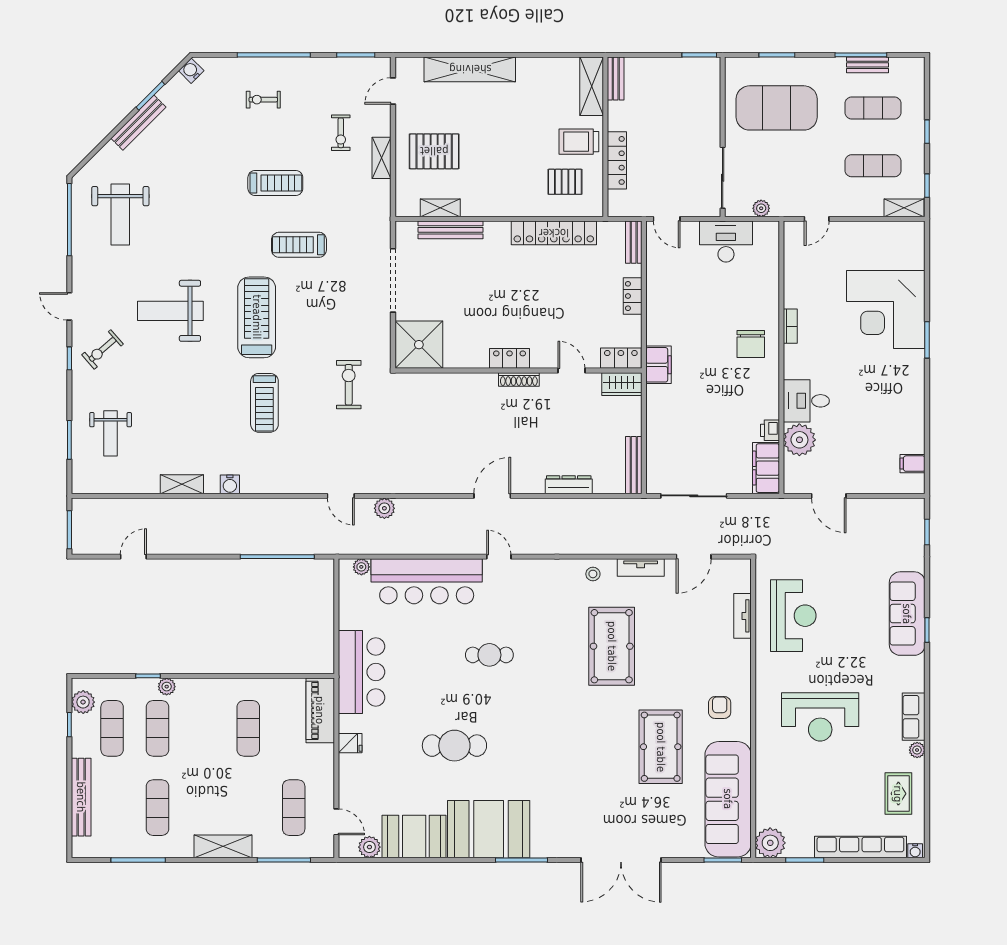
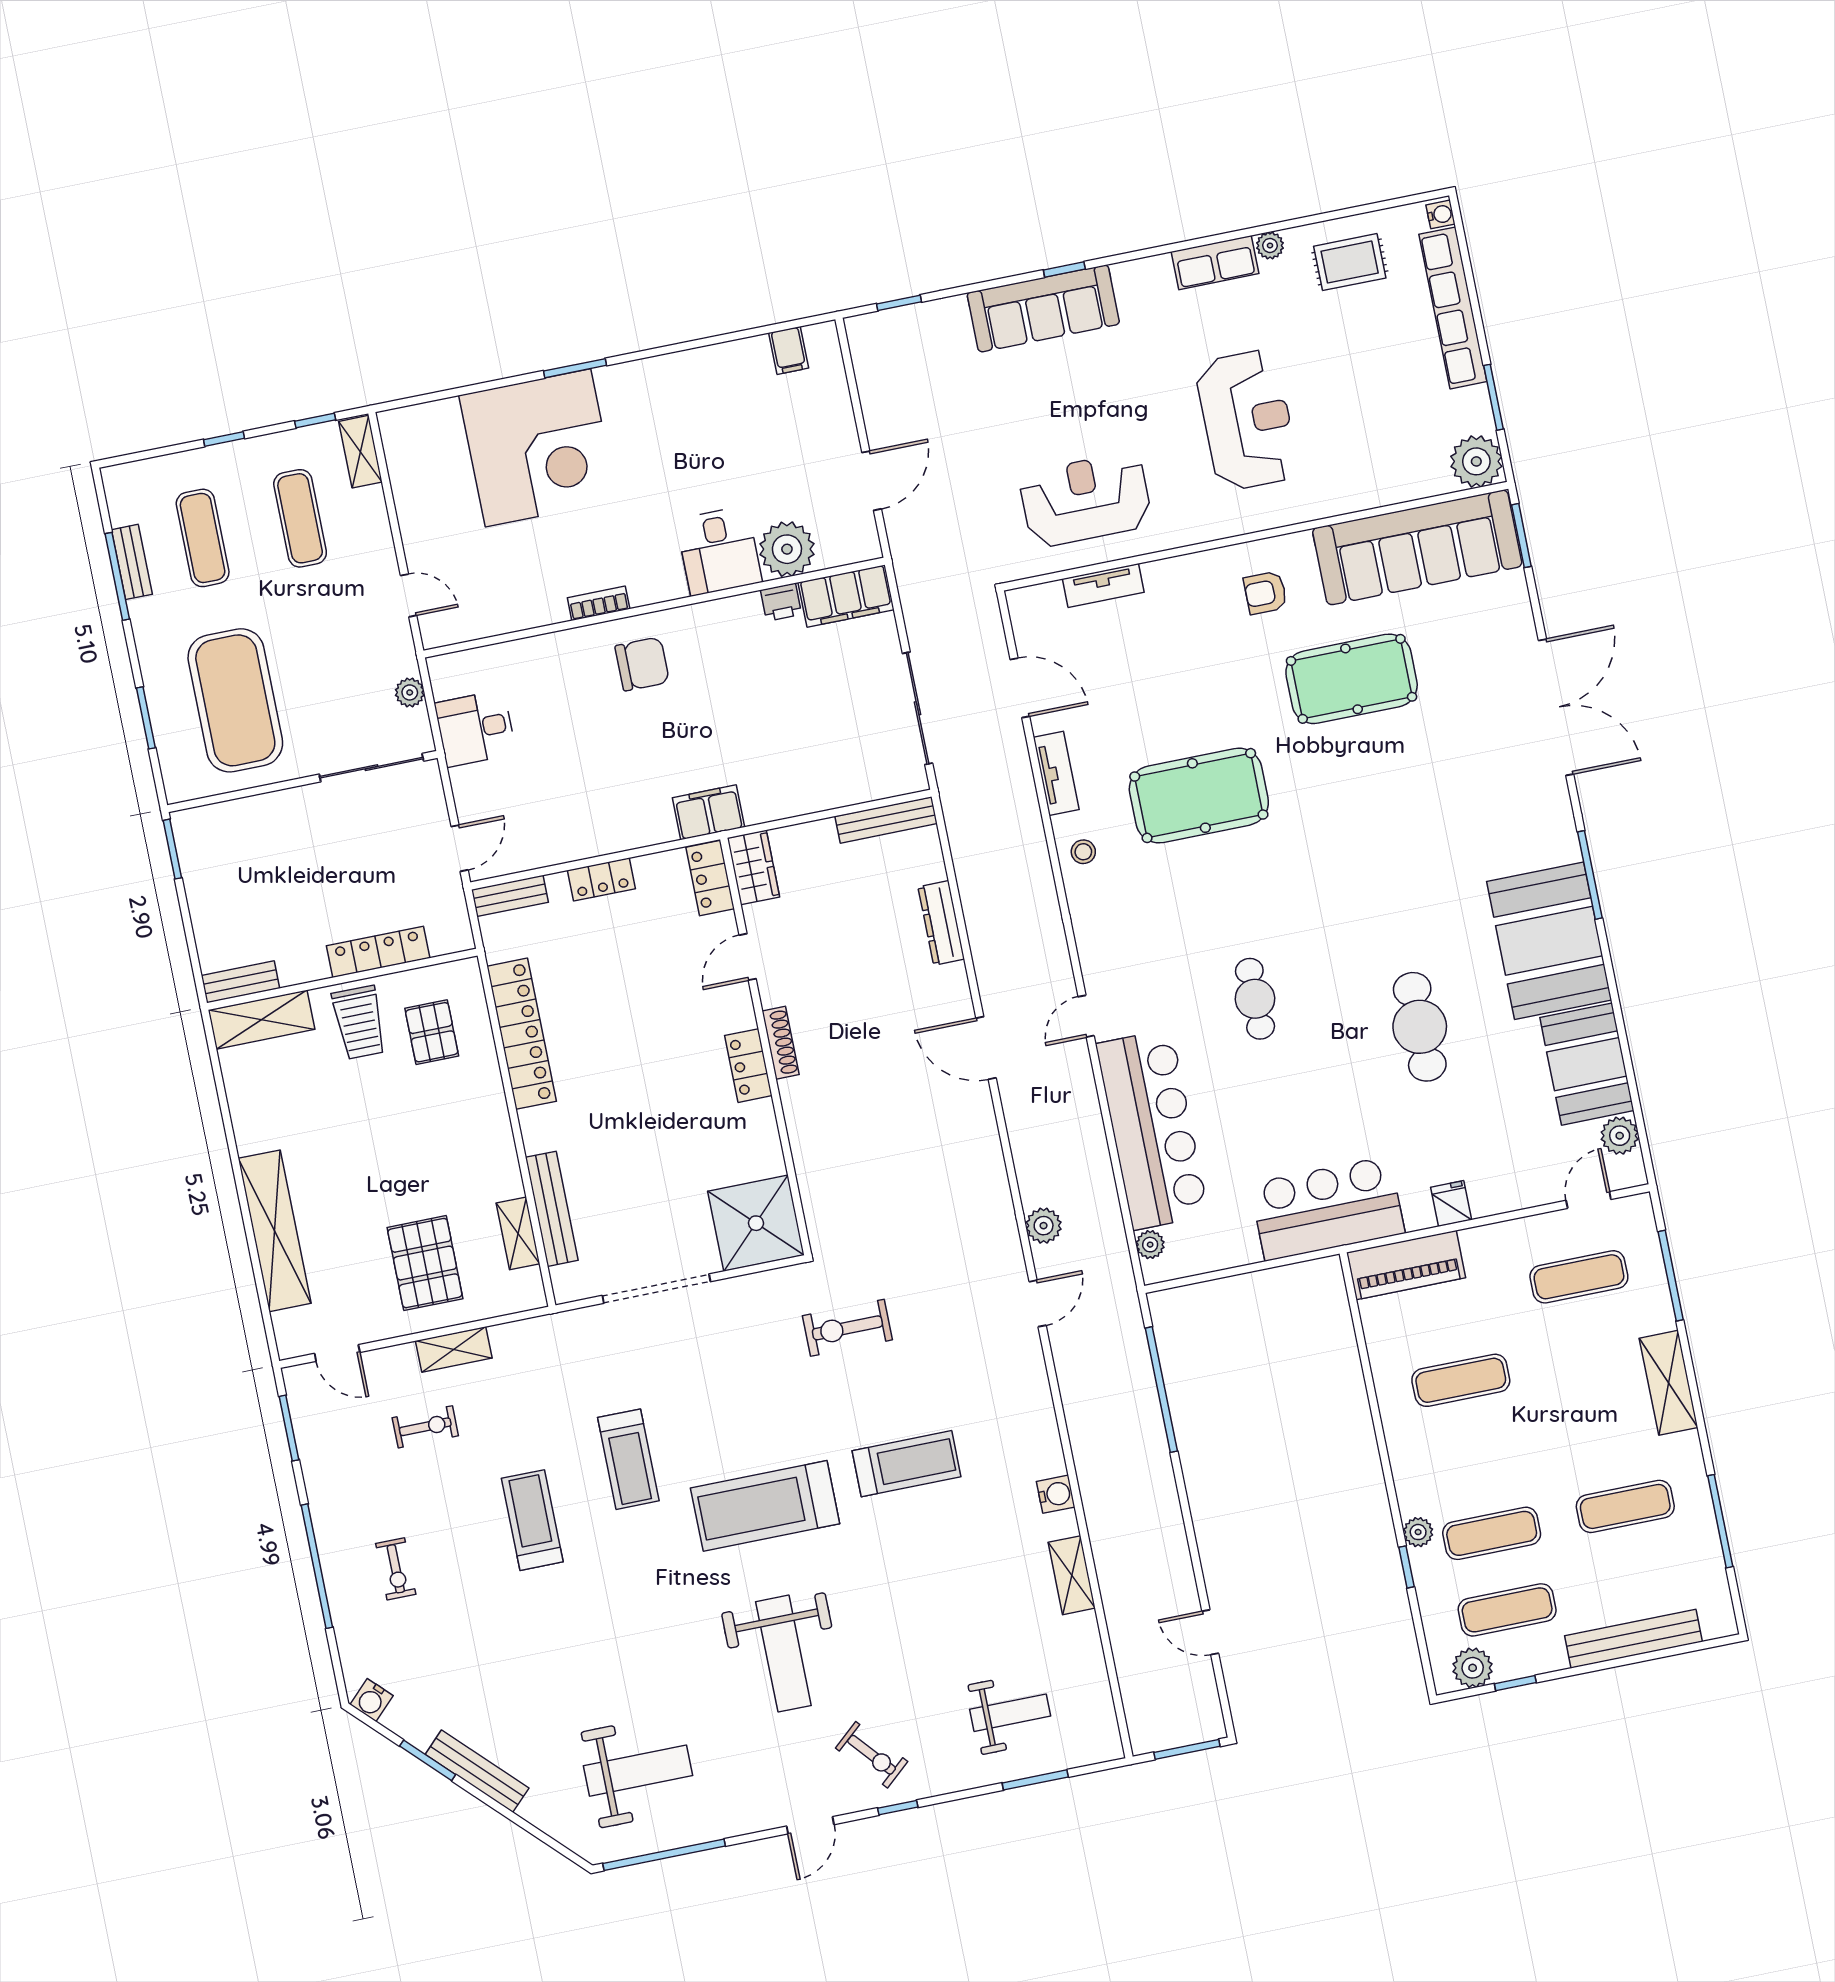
desk: (726, 242) -> (475, 728), width x0.73

